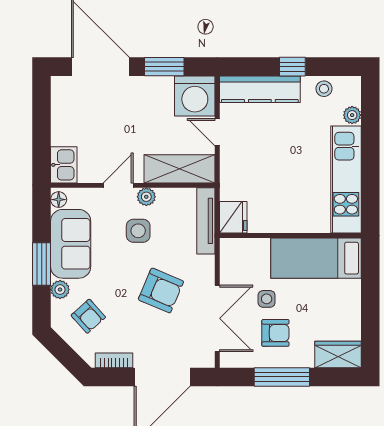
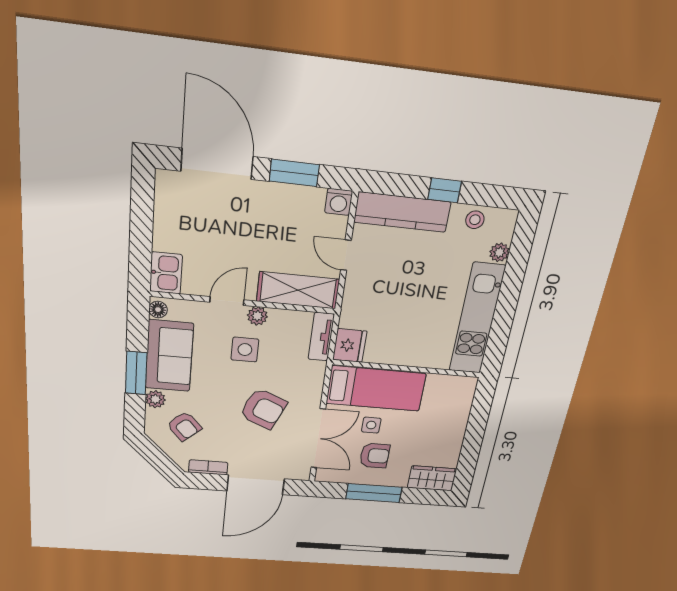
washing machine: (195, 96) -> (339, 202), width x0.53, depth x0.53
tv unit: (206, 221) -> (321, 337), width x0.71
bed: (316, 258) -> (376, 389), moved, turned 180

